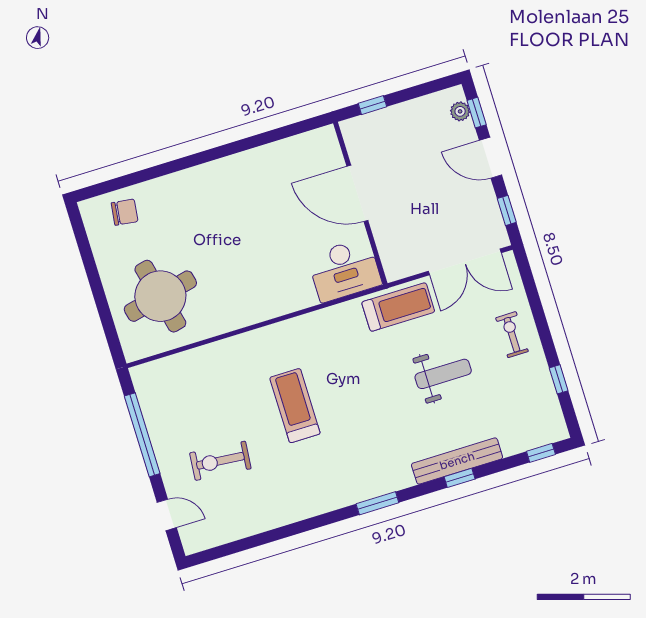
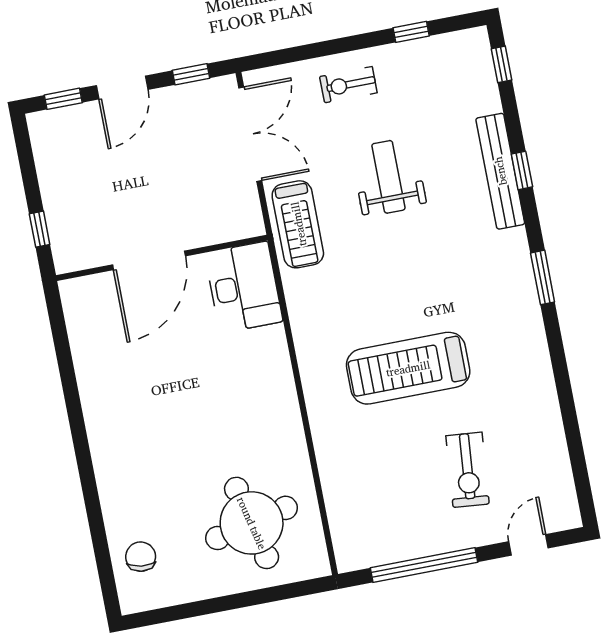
plant: (460, 111) -> (59, 120), removed
treadmill: (398, 307) -> (298, 224), turned 180
treadmill: (295, 406) -> (408, 368), width x1.37, depth x1.38

